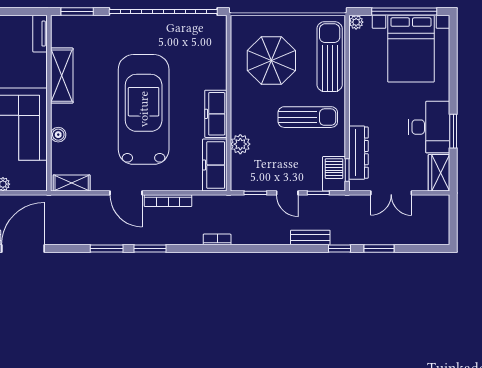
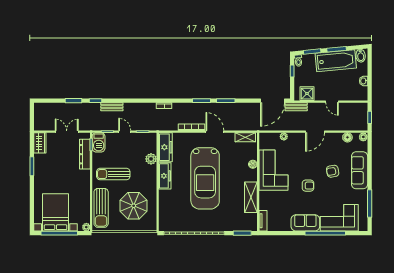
desk: (429, 127) -> (45, 168), removed

